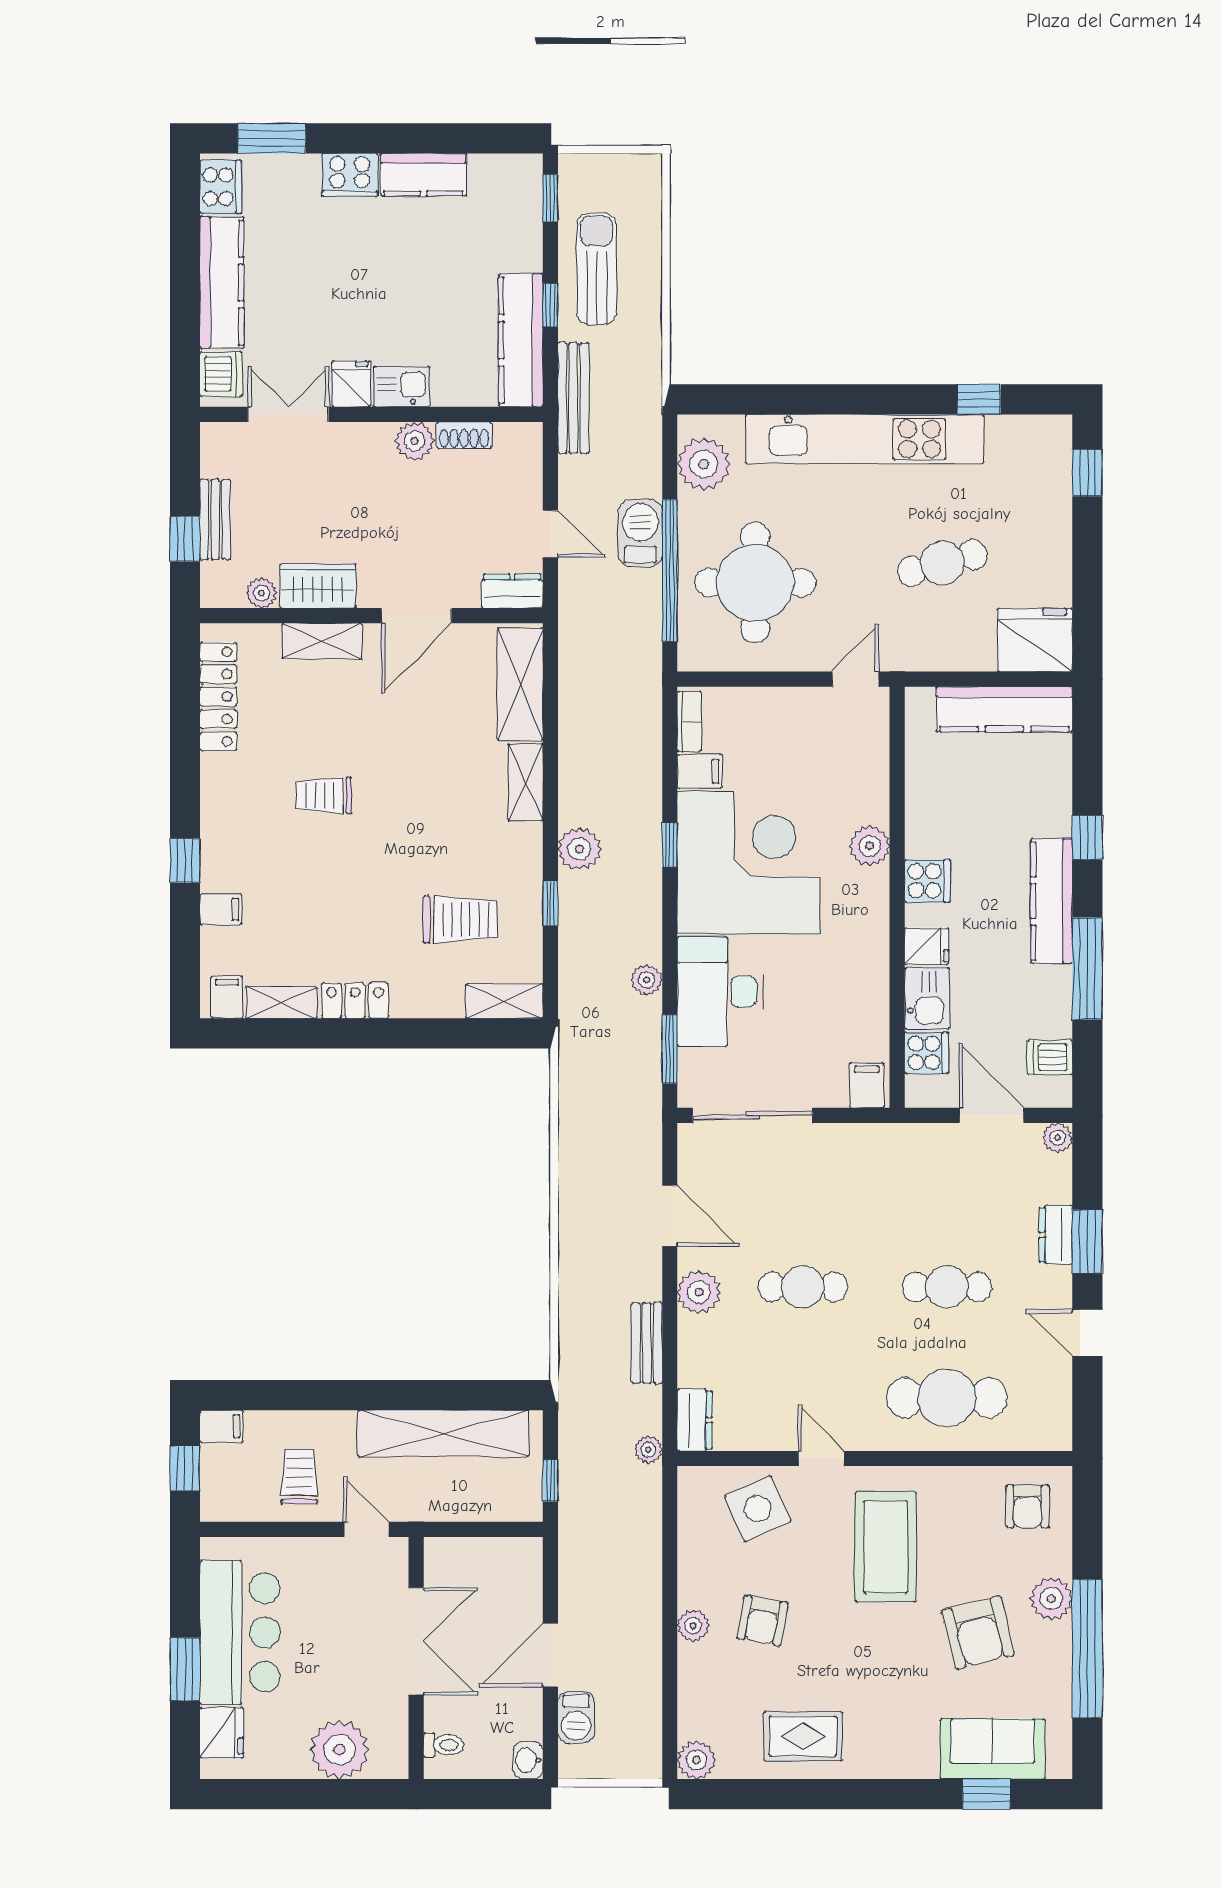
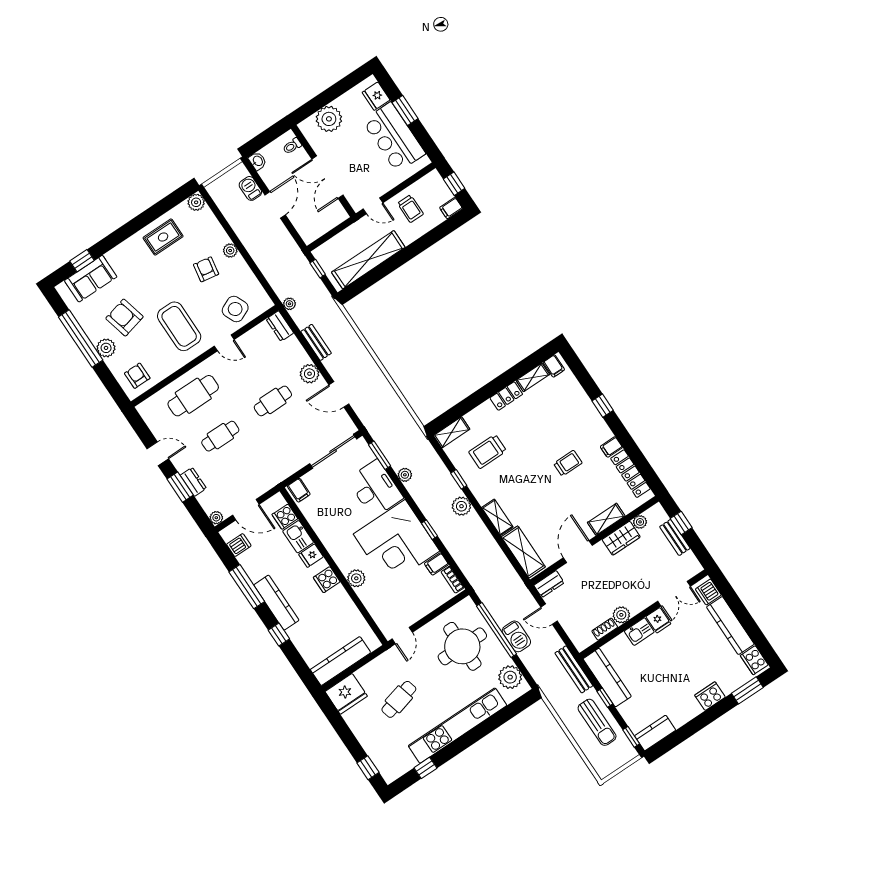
kitchen counter: (423, 175) -> (655, 733), moved
filing cabinet: (221, 909) -> (611, 447), moved

